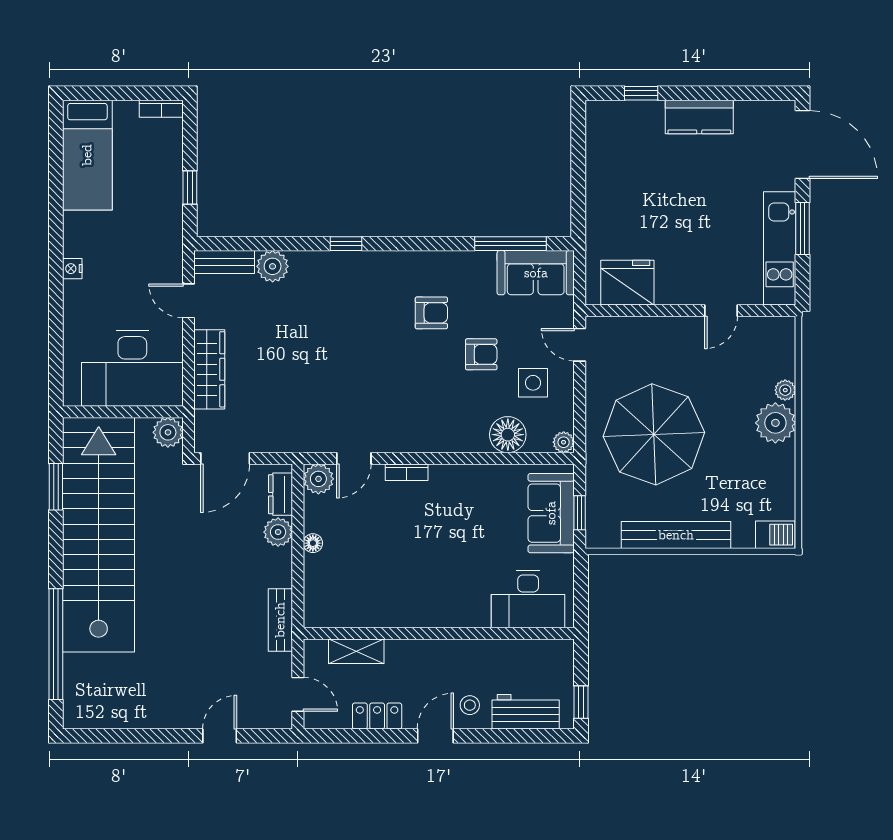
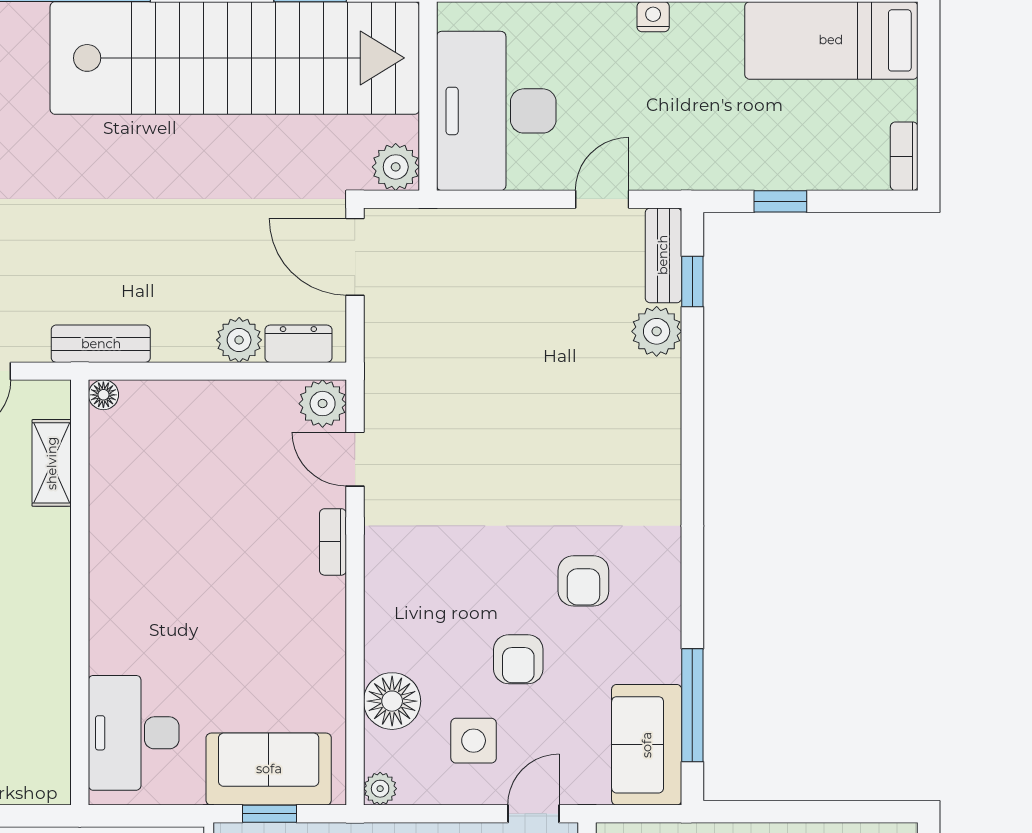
window: (346, 244) -> (692, 282), moved
wardrobe: (209, 369) -> (495, 232), removed
floor lamp: (313, 543) -> (103, 395), moved

